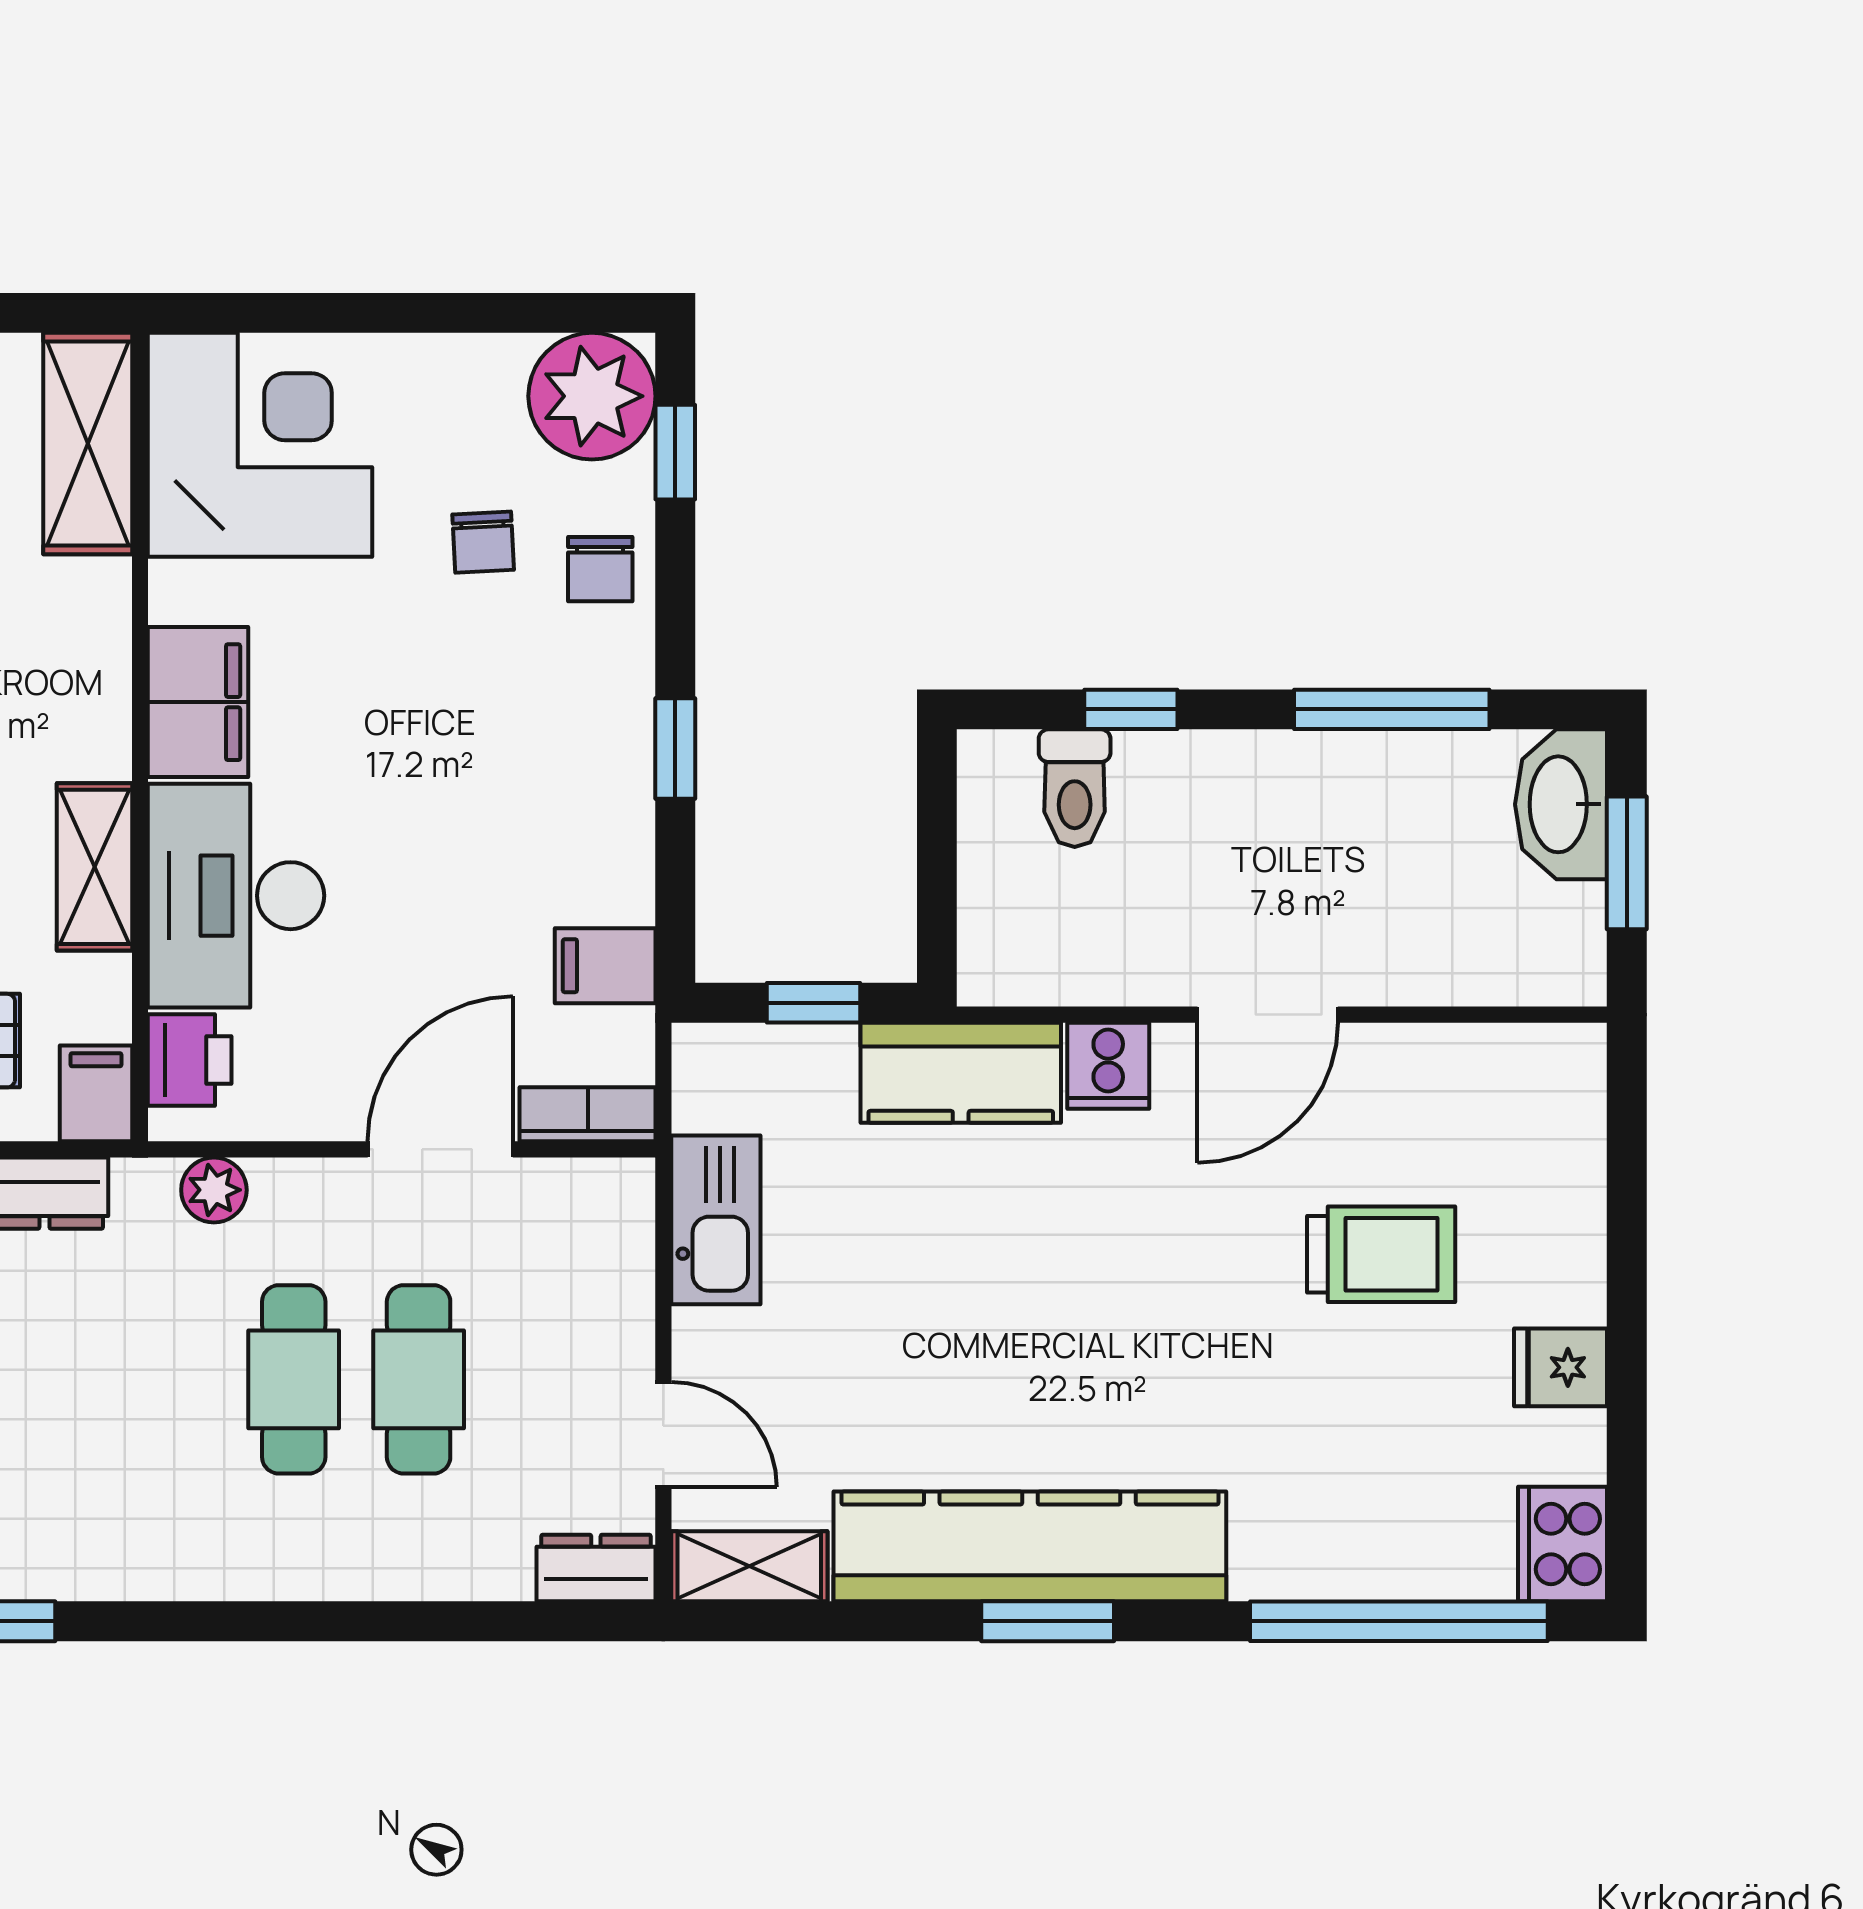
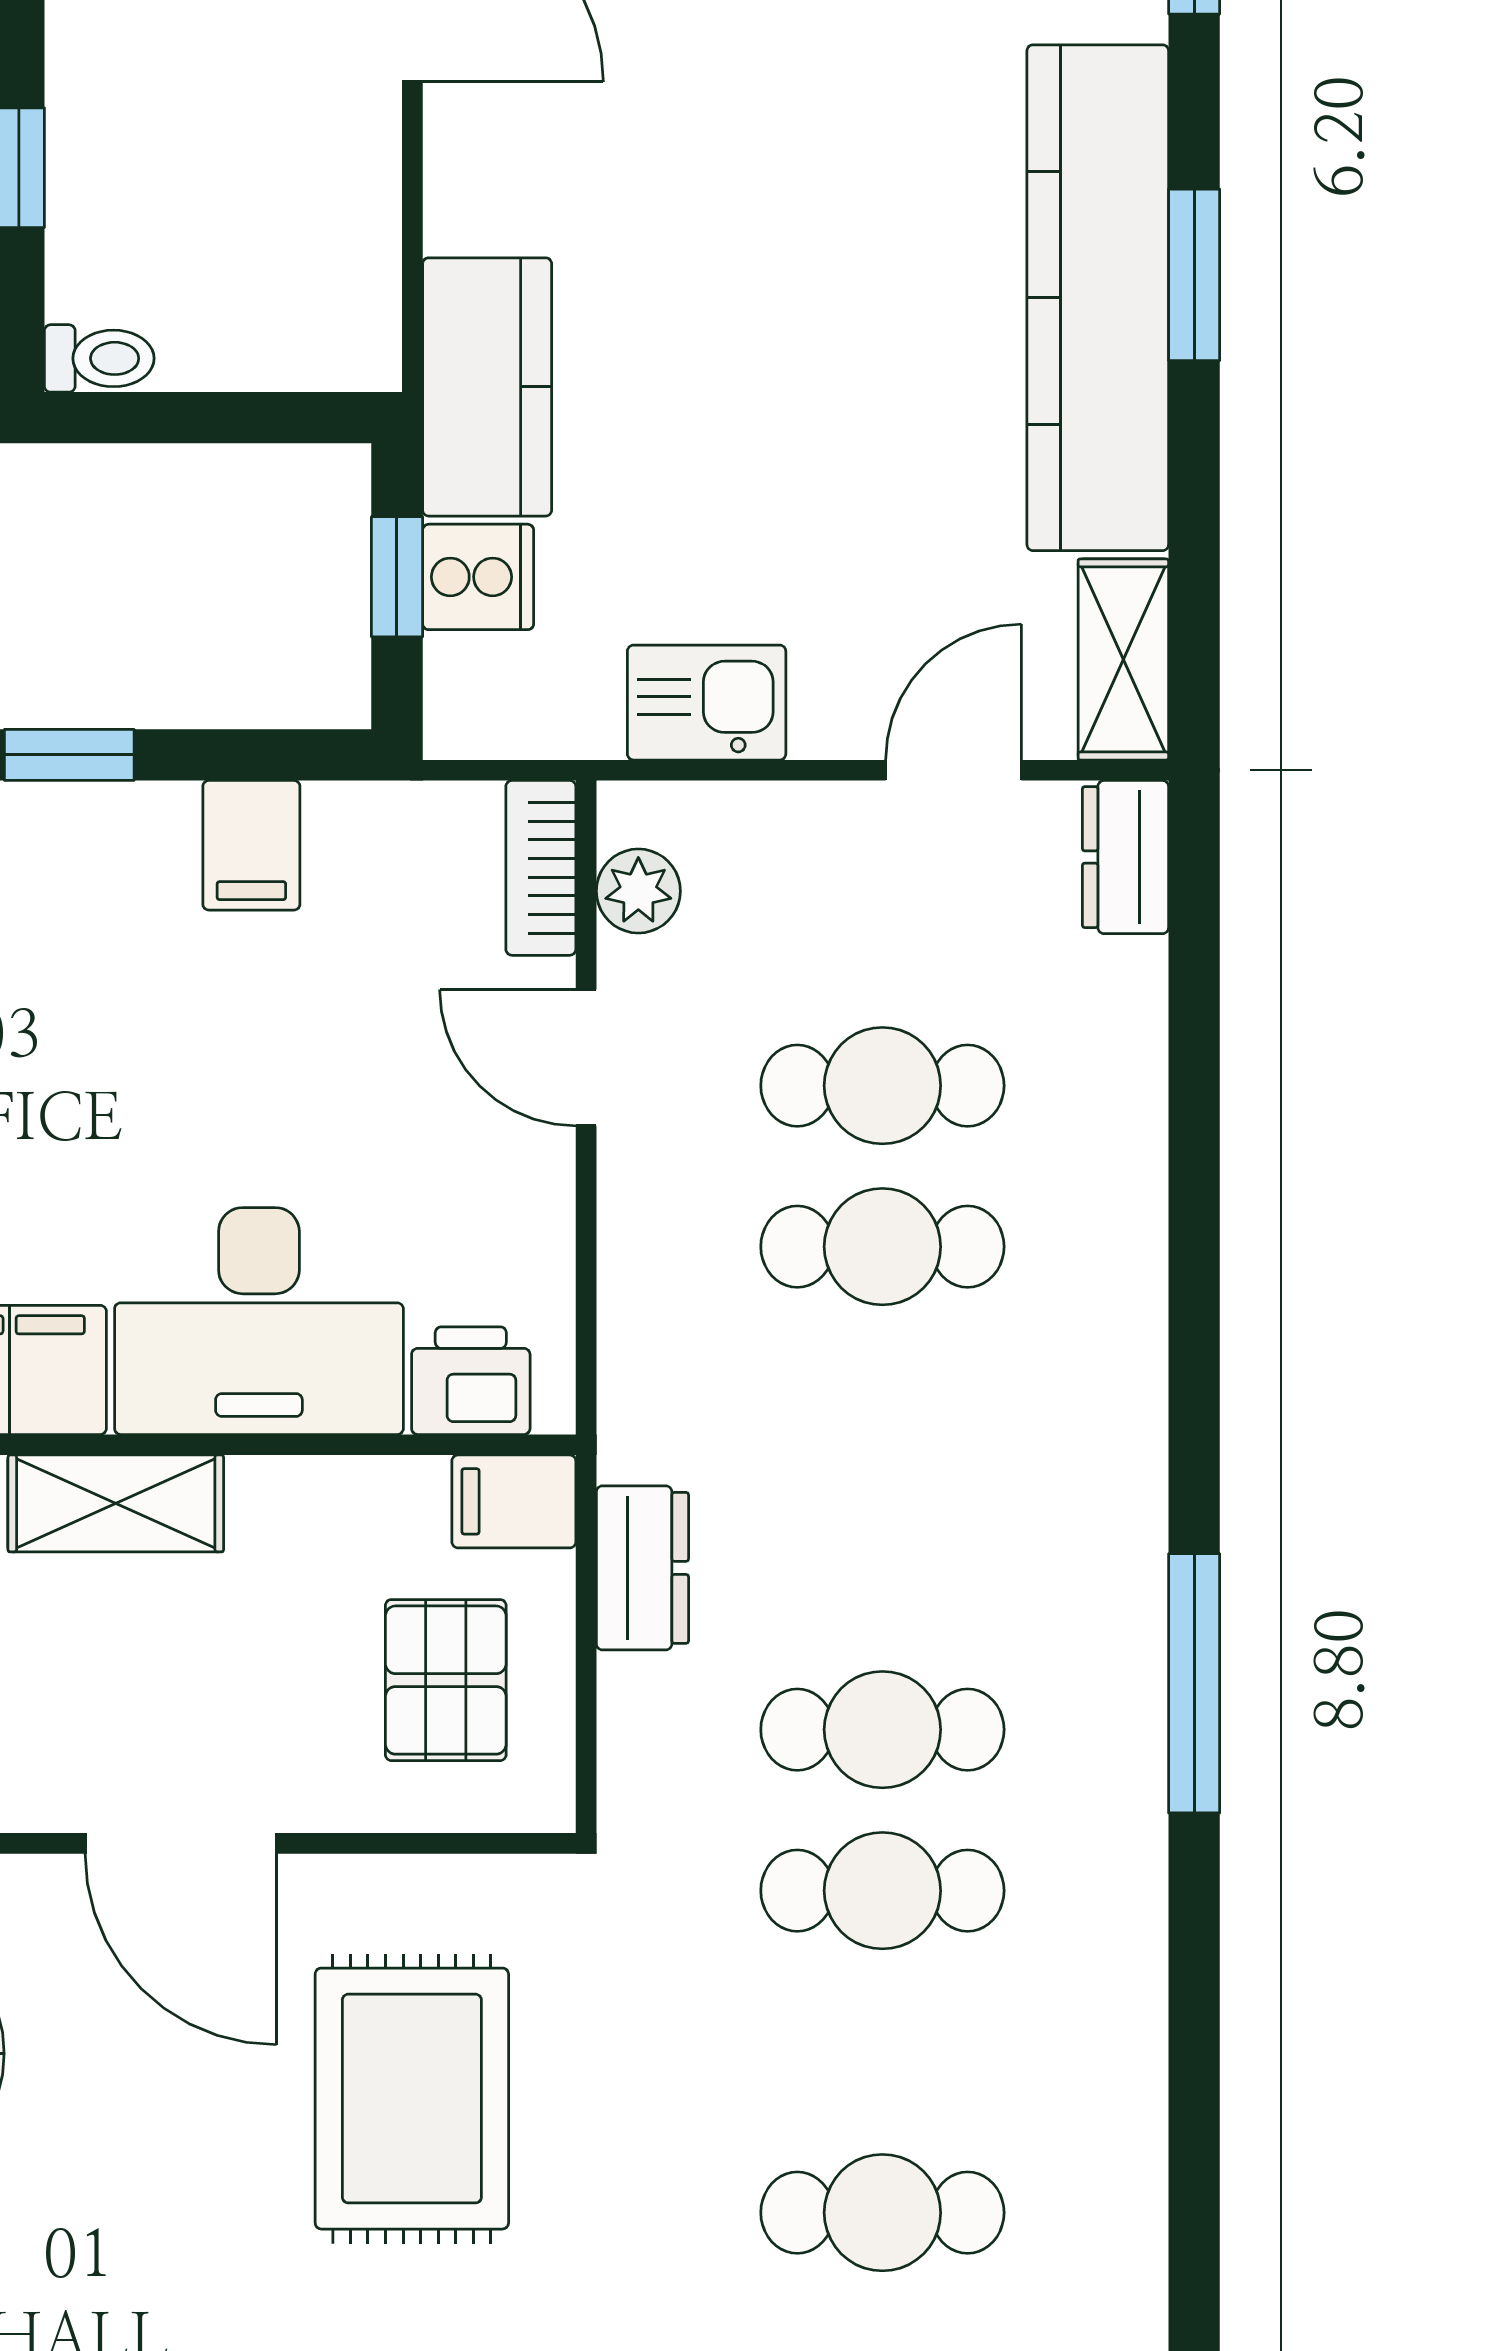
toilet: (1075, 788) -> (99, 358), moved, width x0.73, depth x0.72
shelving: (94, 867) -> (116, 1503), moved
filing cabinet: (605, 966) -> (251, 845), moved
cooker: (1108, 1066) -> (478, 577), moved
door: (440, 1149) -> (586, 1058), width x0.73
plant: (214, 1190) -> (638, 891), moved
kitchen sink: (716, 1220) -> (707, 703), width x0.73

